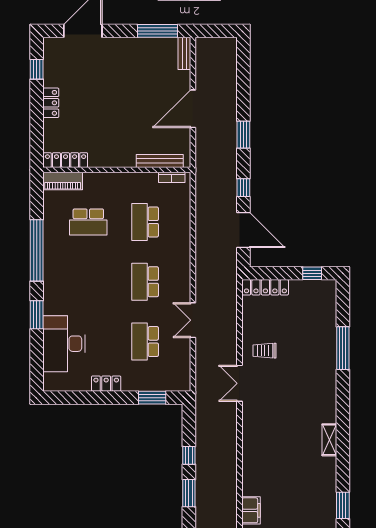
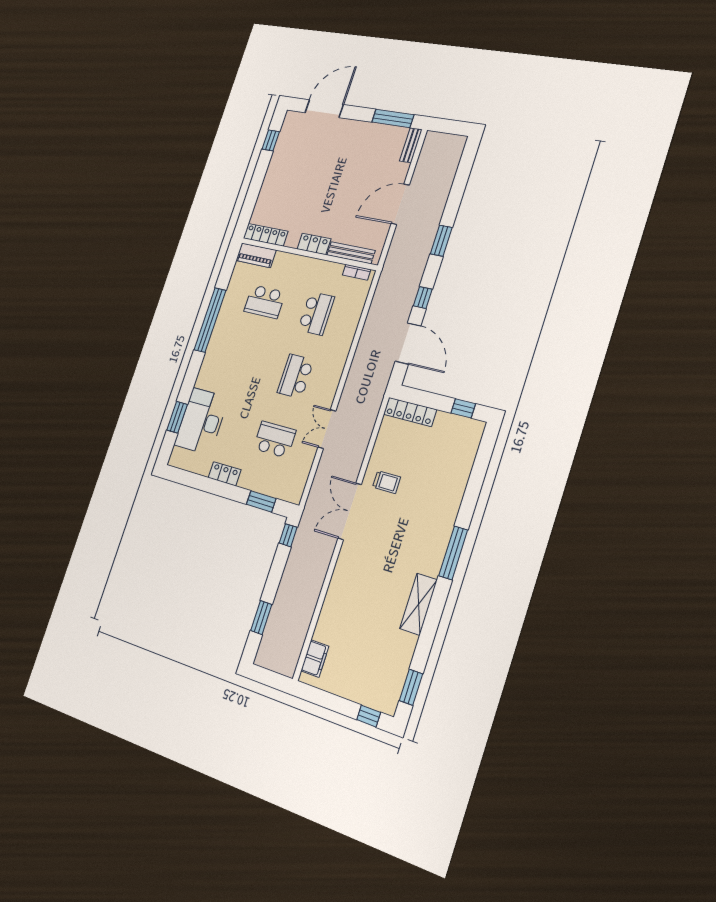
locker: (51, 103) -> (314, 244), moved, turned -90
school desk: (145, 222) -> (316, 313), turned 180
window: (37, 315) -> (177, 417), moved
school desk: (145, 342) -> (275, 440), turned 90
window: (343, 348) -> (453, 553), moved
trolley: (265, 351) -> (387, 482), turned 180
double door: (239, 383) -> (350, 511), width x1.37
shelving: (329, 440) -> (419, 604), width x1.50, depth x1.33
window: (189, 455) -> (288, 535), moved

